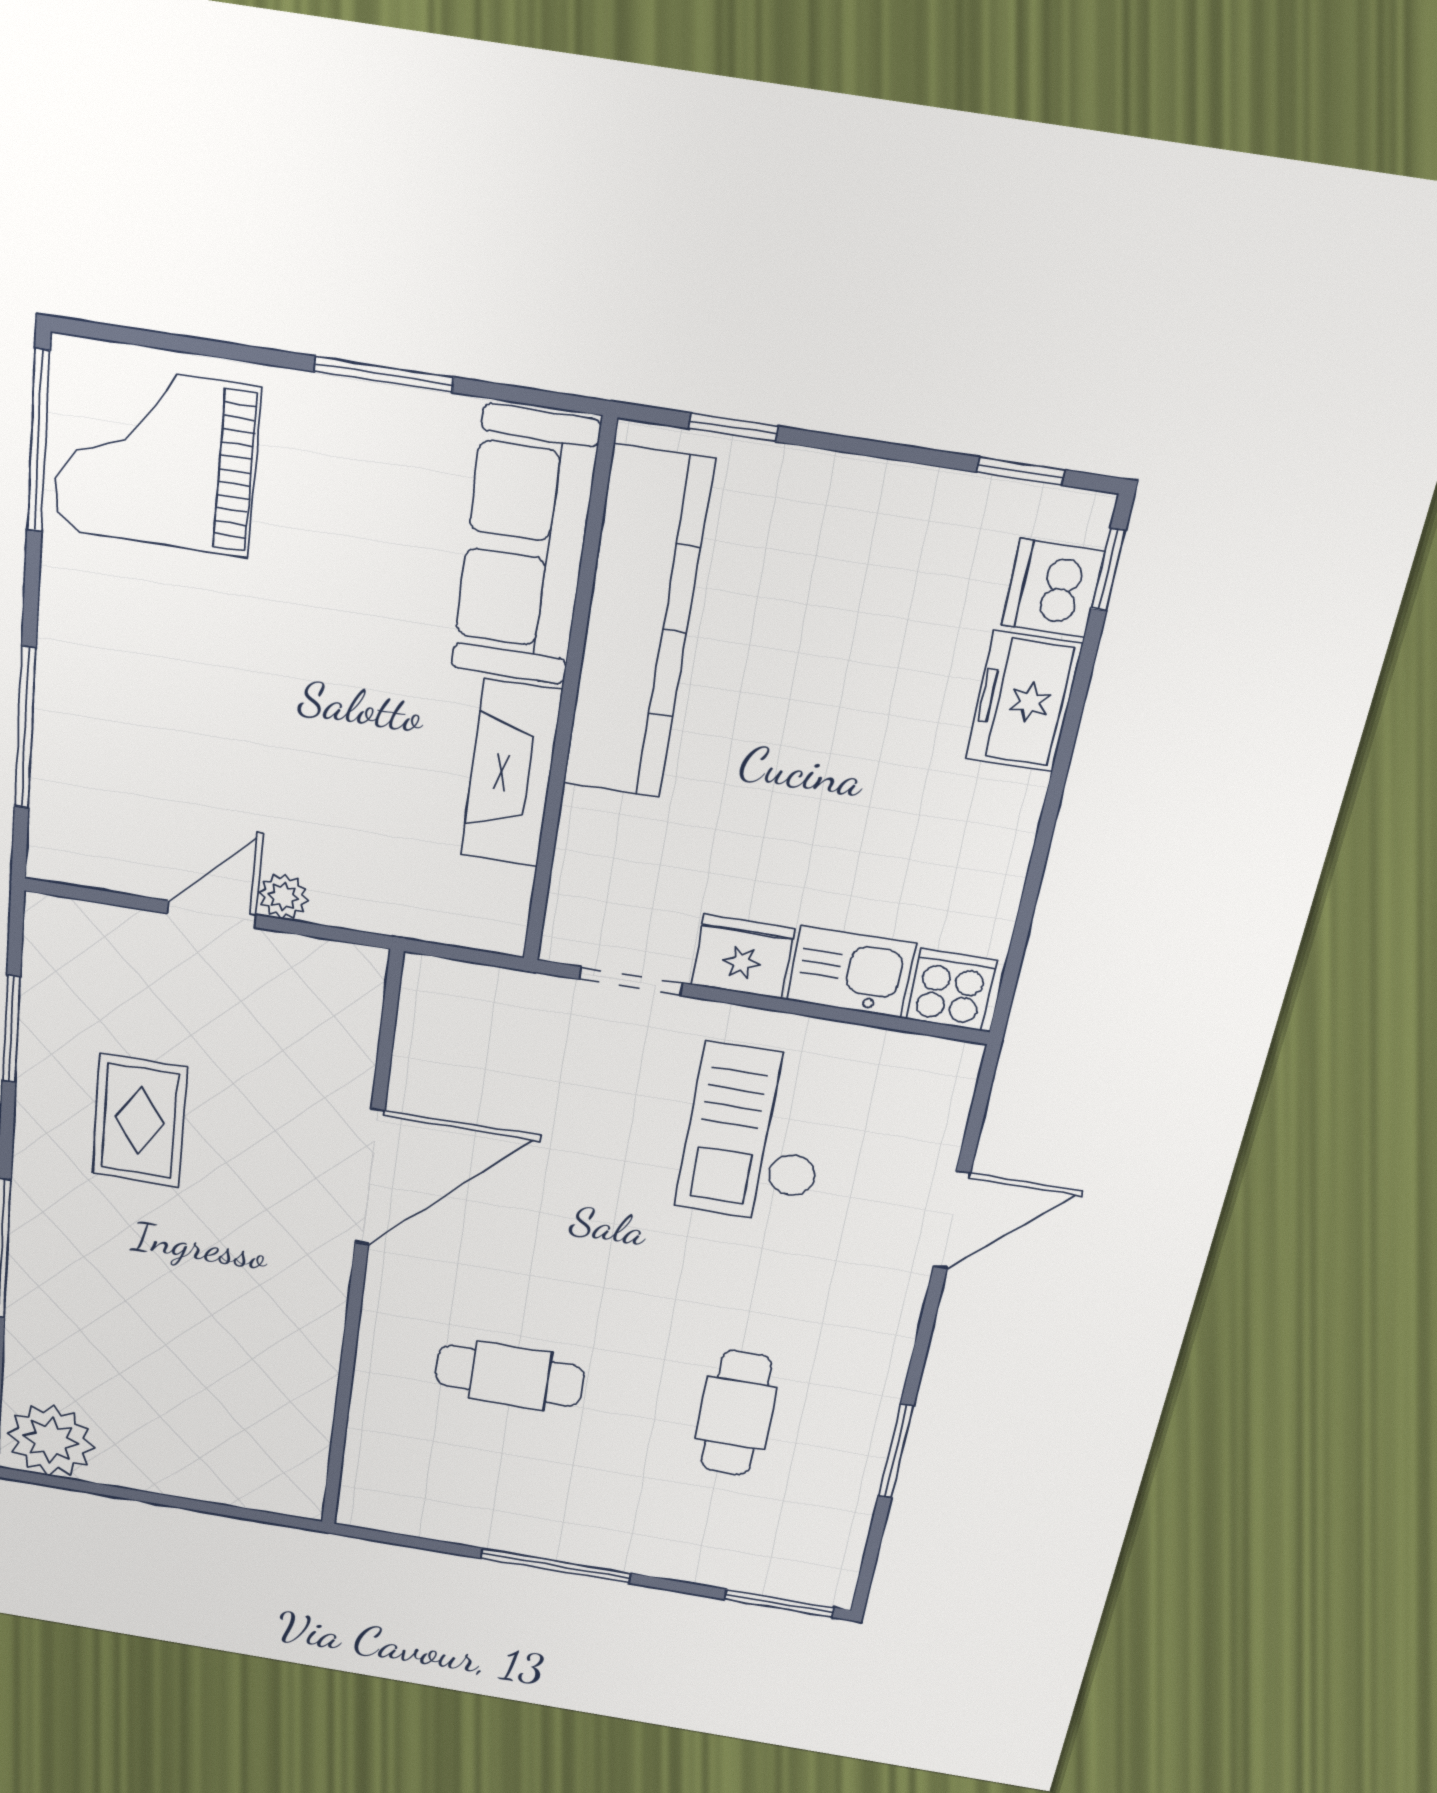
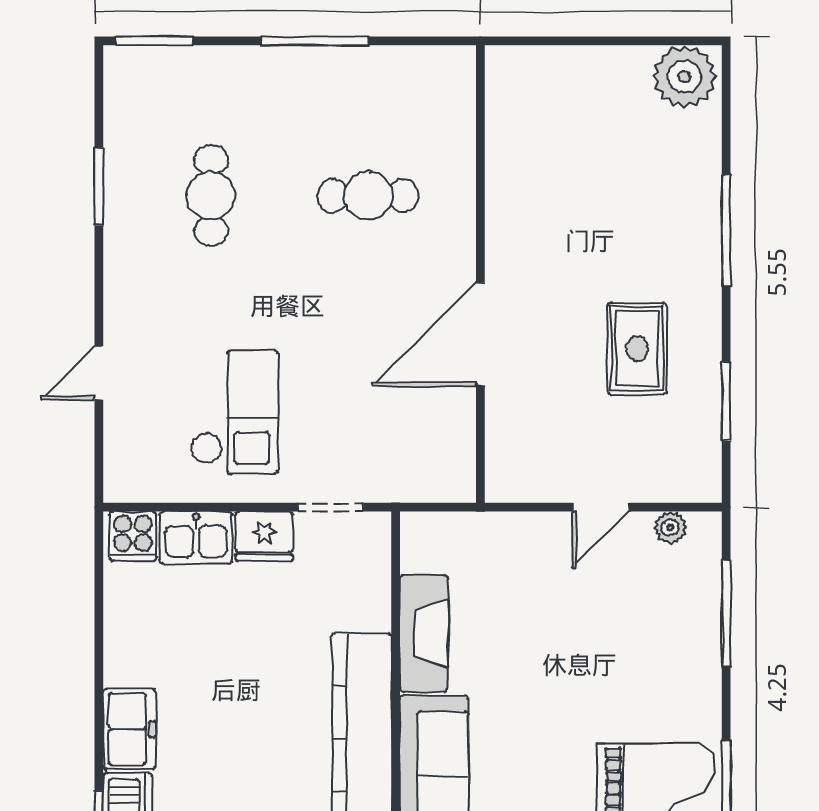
plant: (284, 897) -> (670, 527), moved
door: (952, 1220) -> (99, 373), width x0.73

